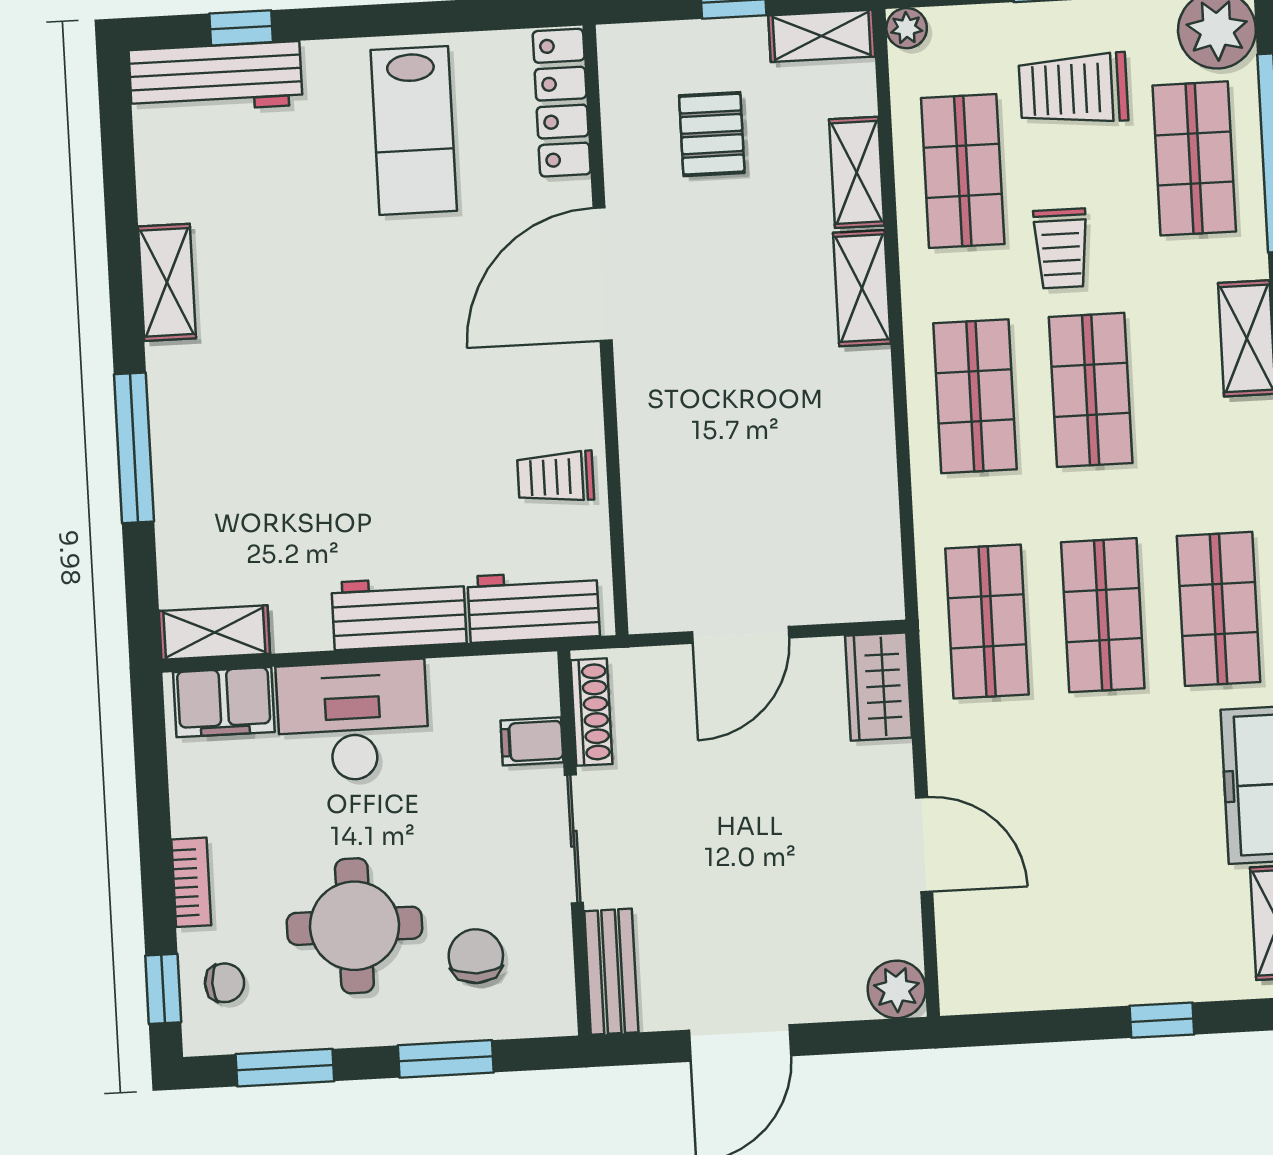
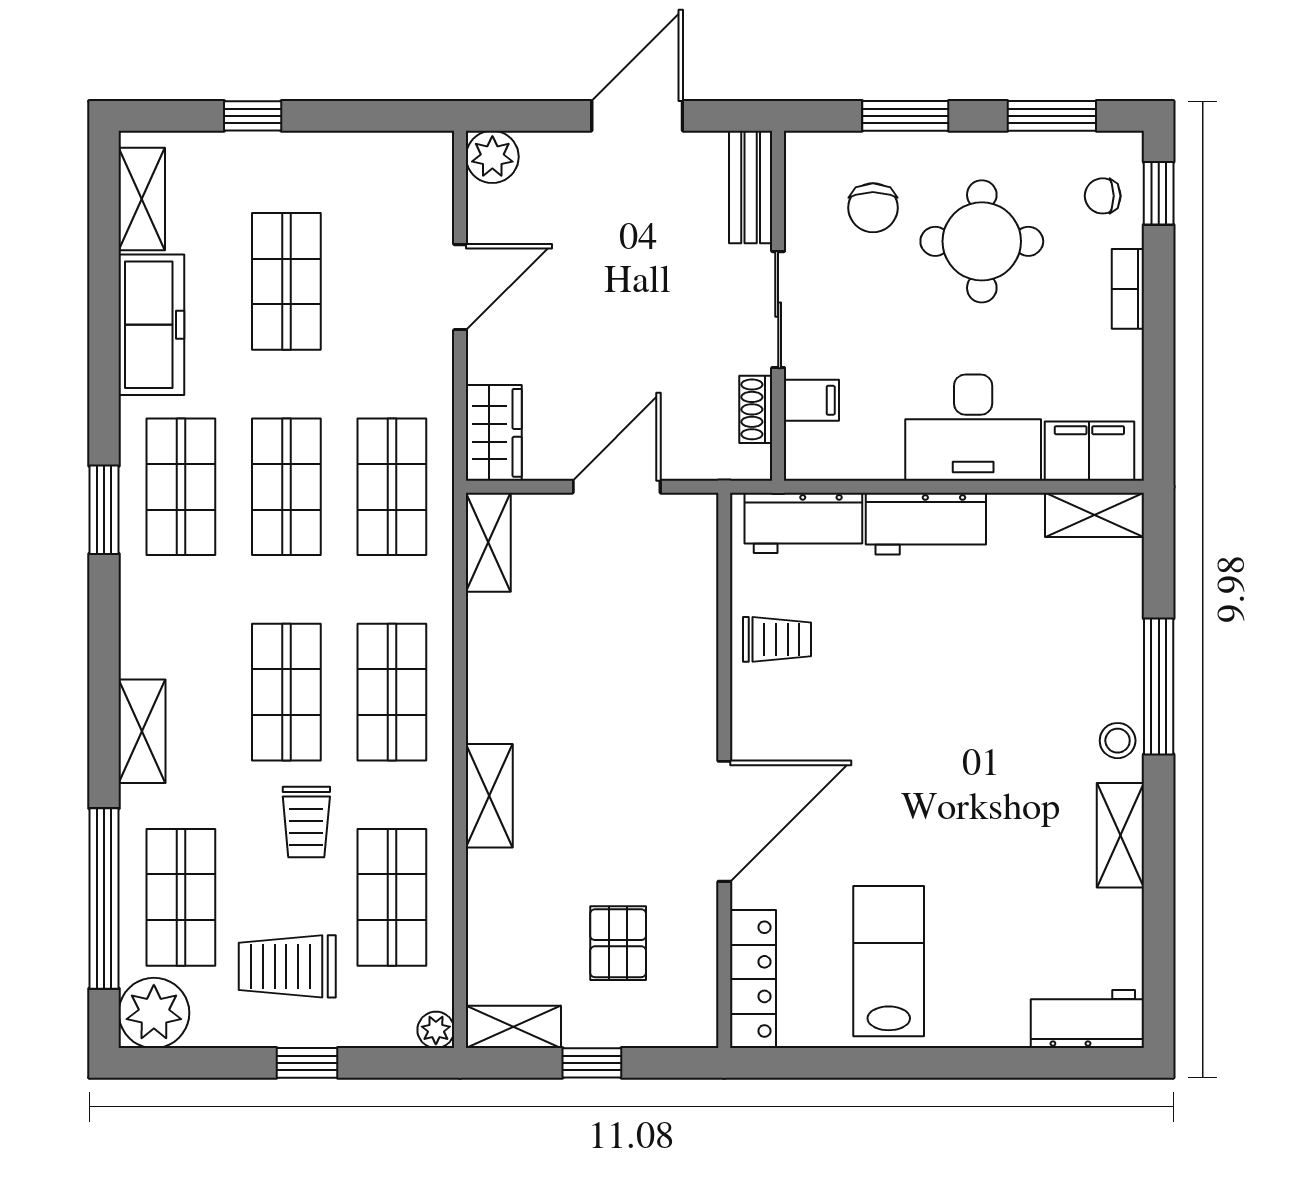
window: (241, 28) -> (1040, 1063), removed
workbench: (216, 77) -> (1087, 1019), width x0.73
trolley: (1073, 89) -> (287, 966), turned 180
shelving: (857, 172) -> (488, 542), moved
trolley: (1061, 248) -> (306, 822), turned 180
stool: (176, 386) -> (1118, 741), added
shoe rack: (592, 712) -> (756, 409), width x0.70
shop shelf: (1115, 840) -> (286, 281), added
door: (924, 844) -> (460, 287), swing flipped

